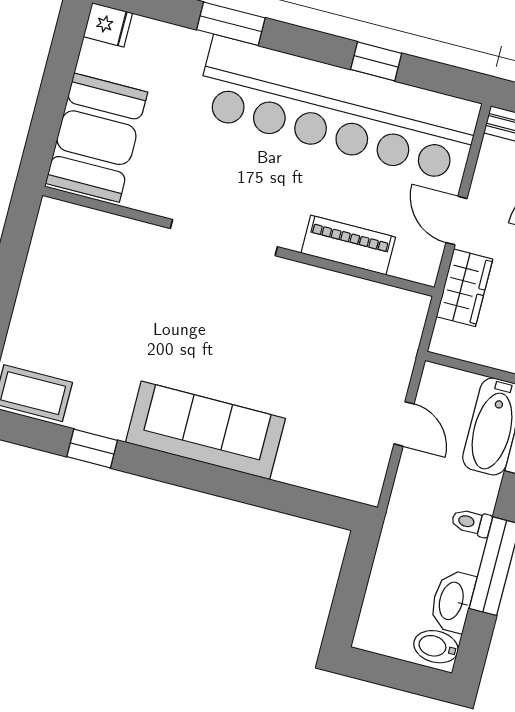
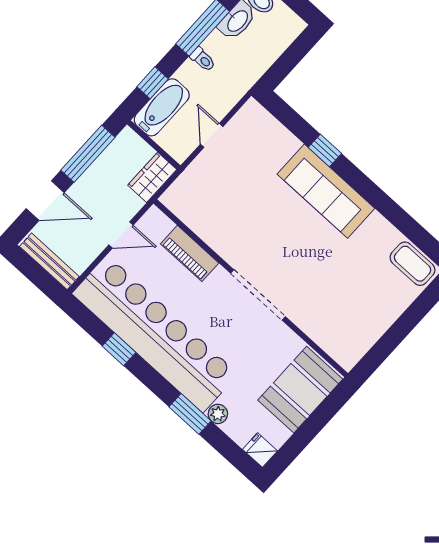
plant: (192, 44) -> (218, 414), added
door: (457, 221) -> (121, 235), hinge flipped
wardrobe: (464, 288) -> (152, 177), moved
window: (92, 448) -> (325, 150), moved

